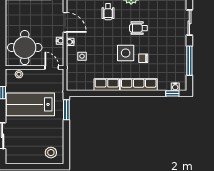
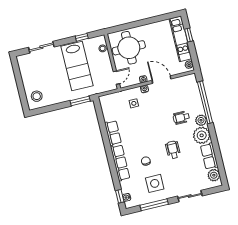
door: (65, 22) -> (161, 80), swing flipped
side table: (126, 53) -> (155, 183), moved
lab bench: (30, 104) -> (77, 66), turned 180

